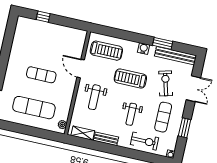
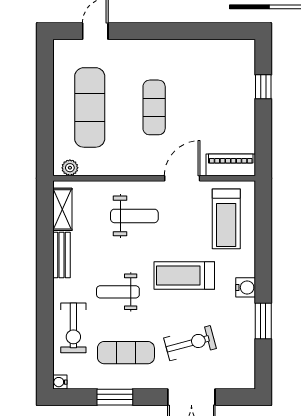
piano: (79, 42) -> (231, 165), added
bench: (175, 56) -> (246, 350), removed
treadmill: (130, 79) -> (184, 275), turned -90
weight bench: (94, 97) -> (134, 216), turned 180

